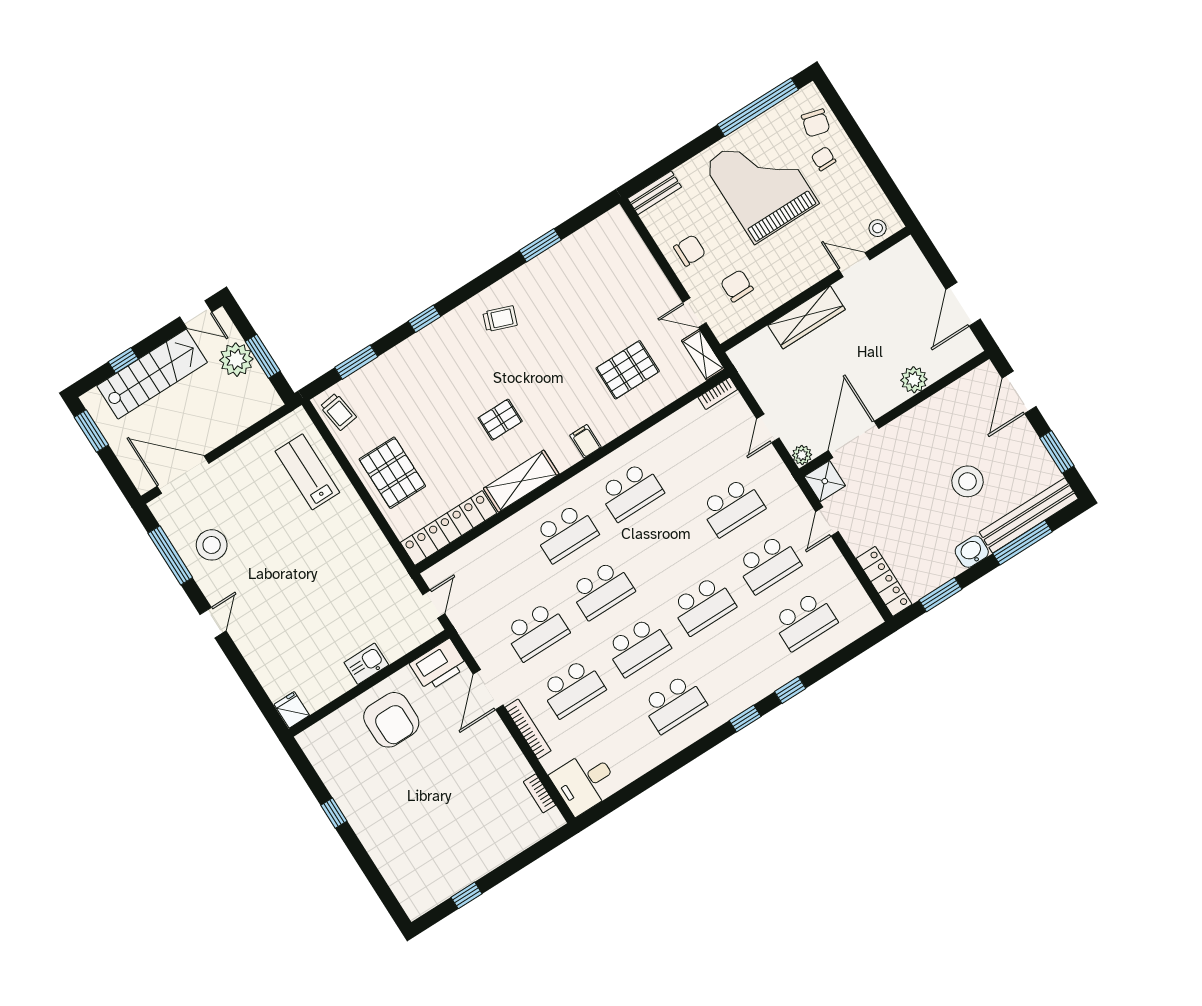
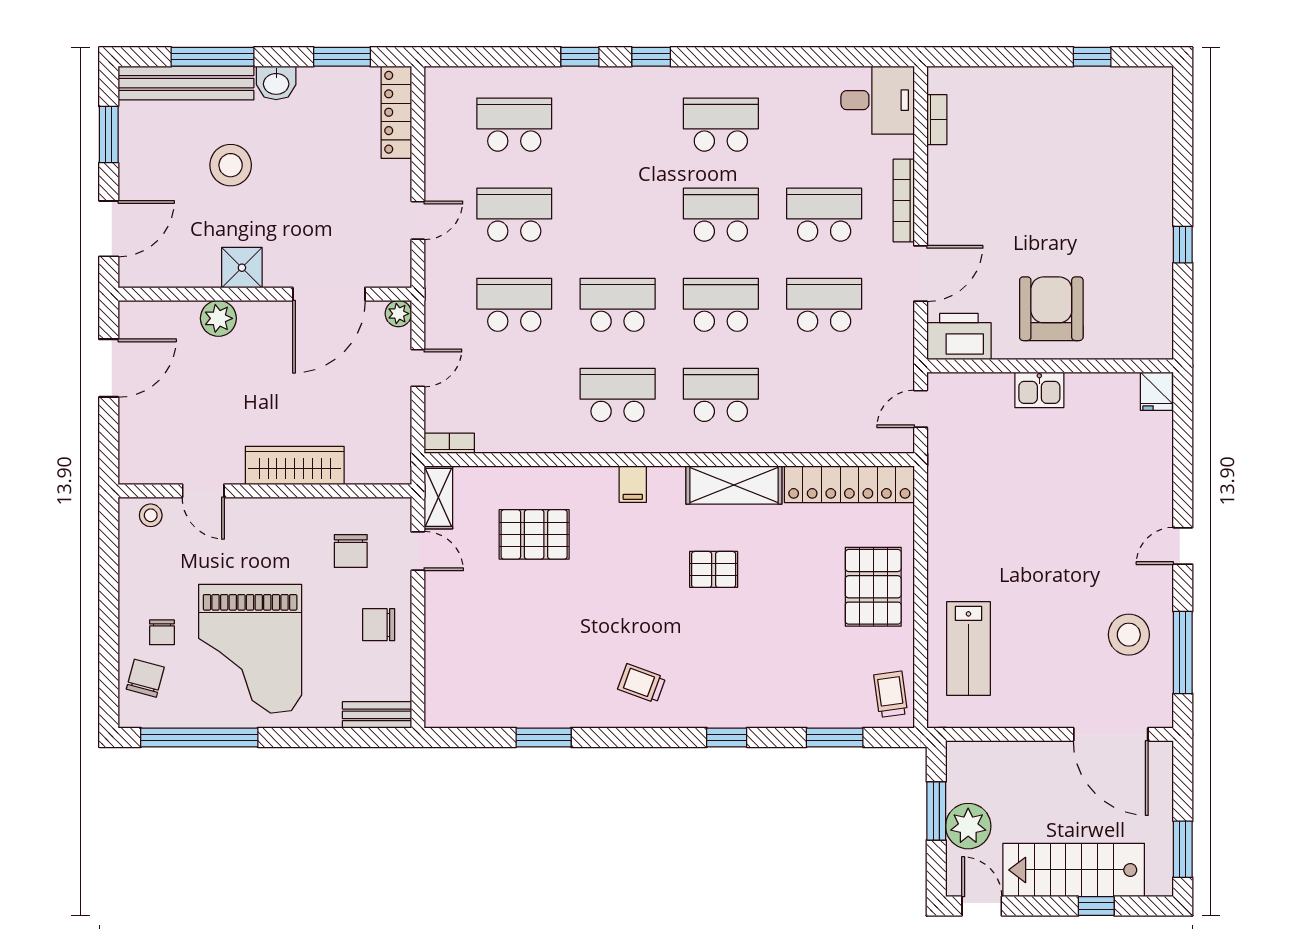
shower: (825, 481) -> (242, 268), moved
school desk: (703, 605) -> (618, 305), moved

